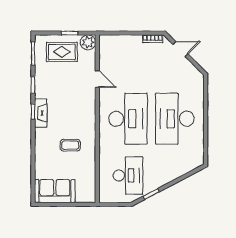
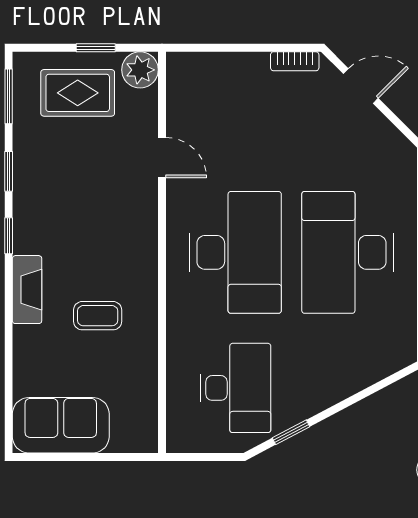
fireplace: (41, 113) -> (27, 290), moved

